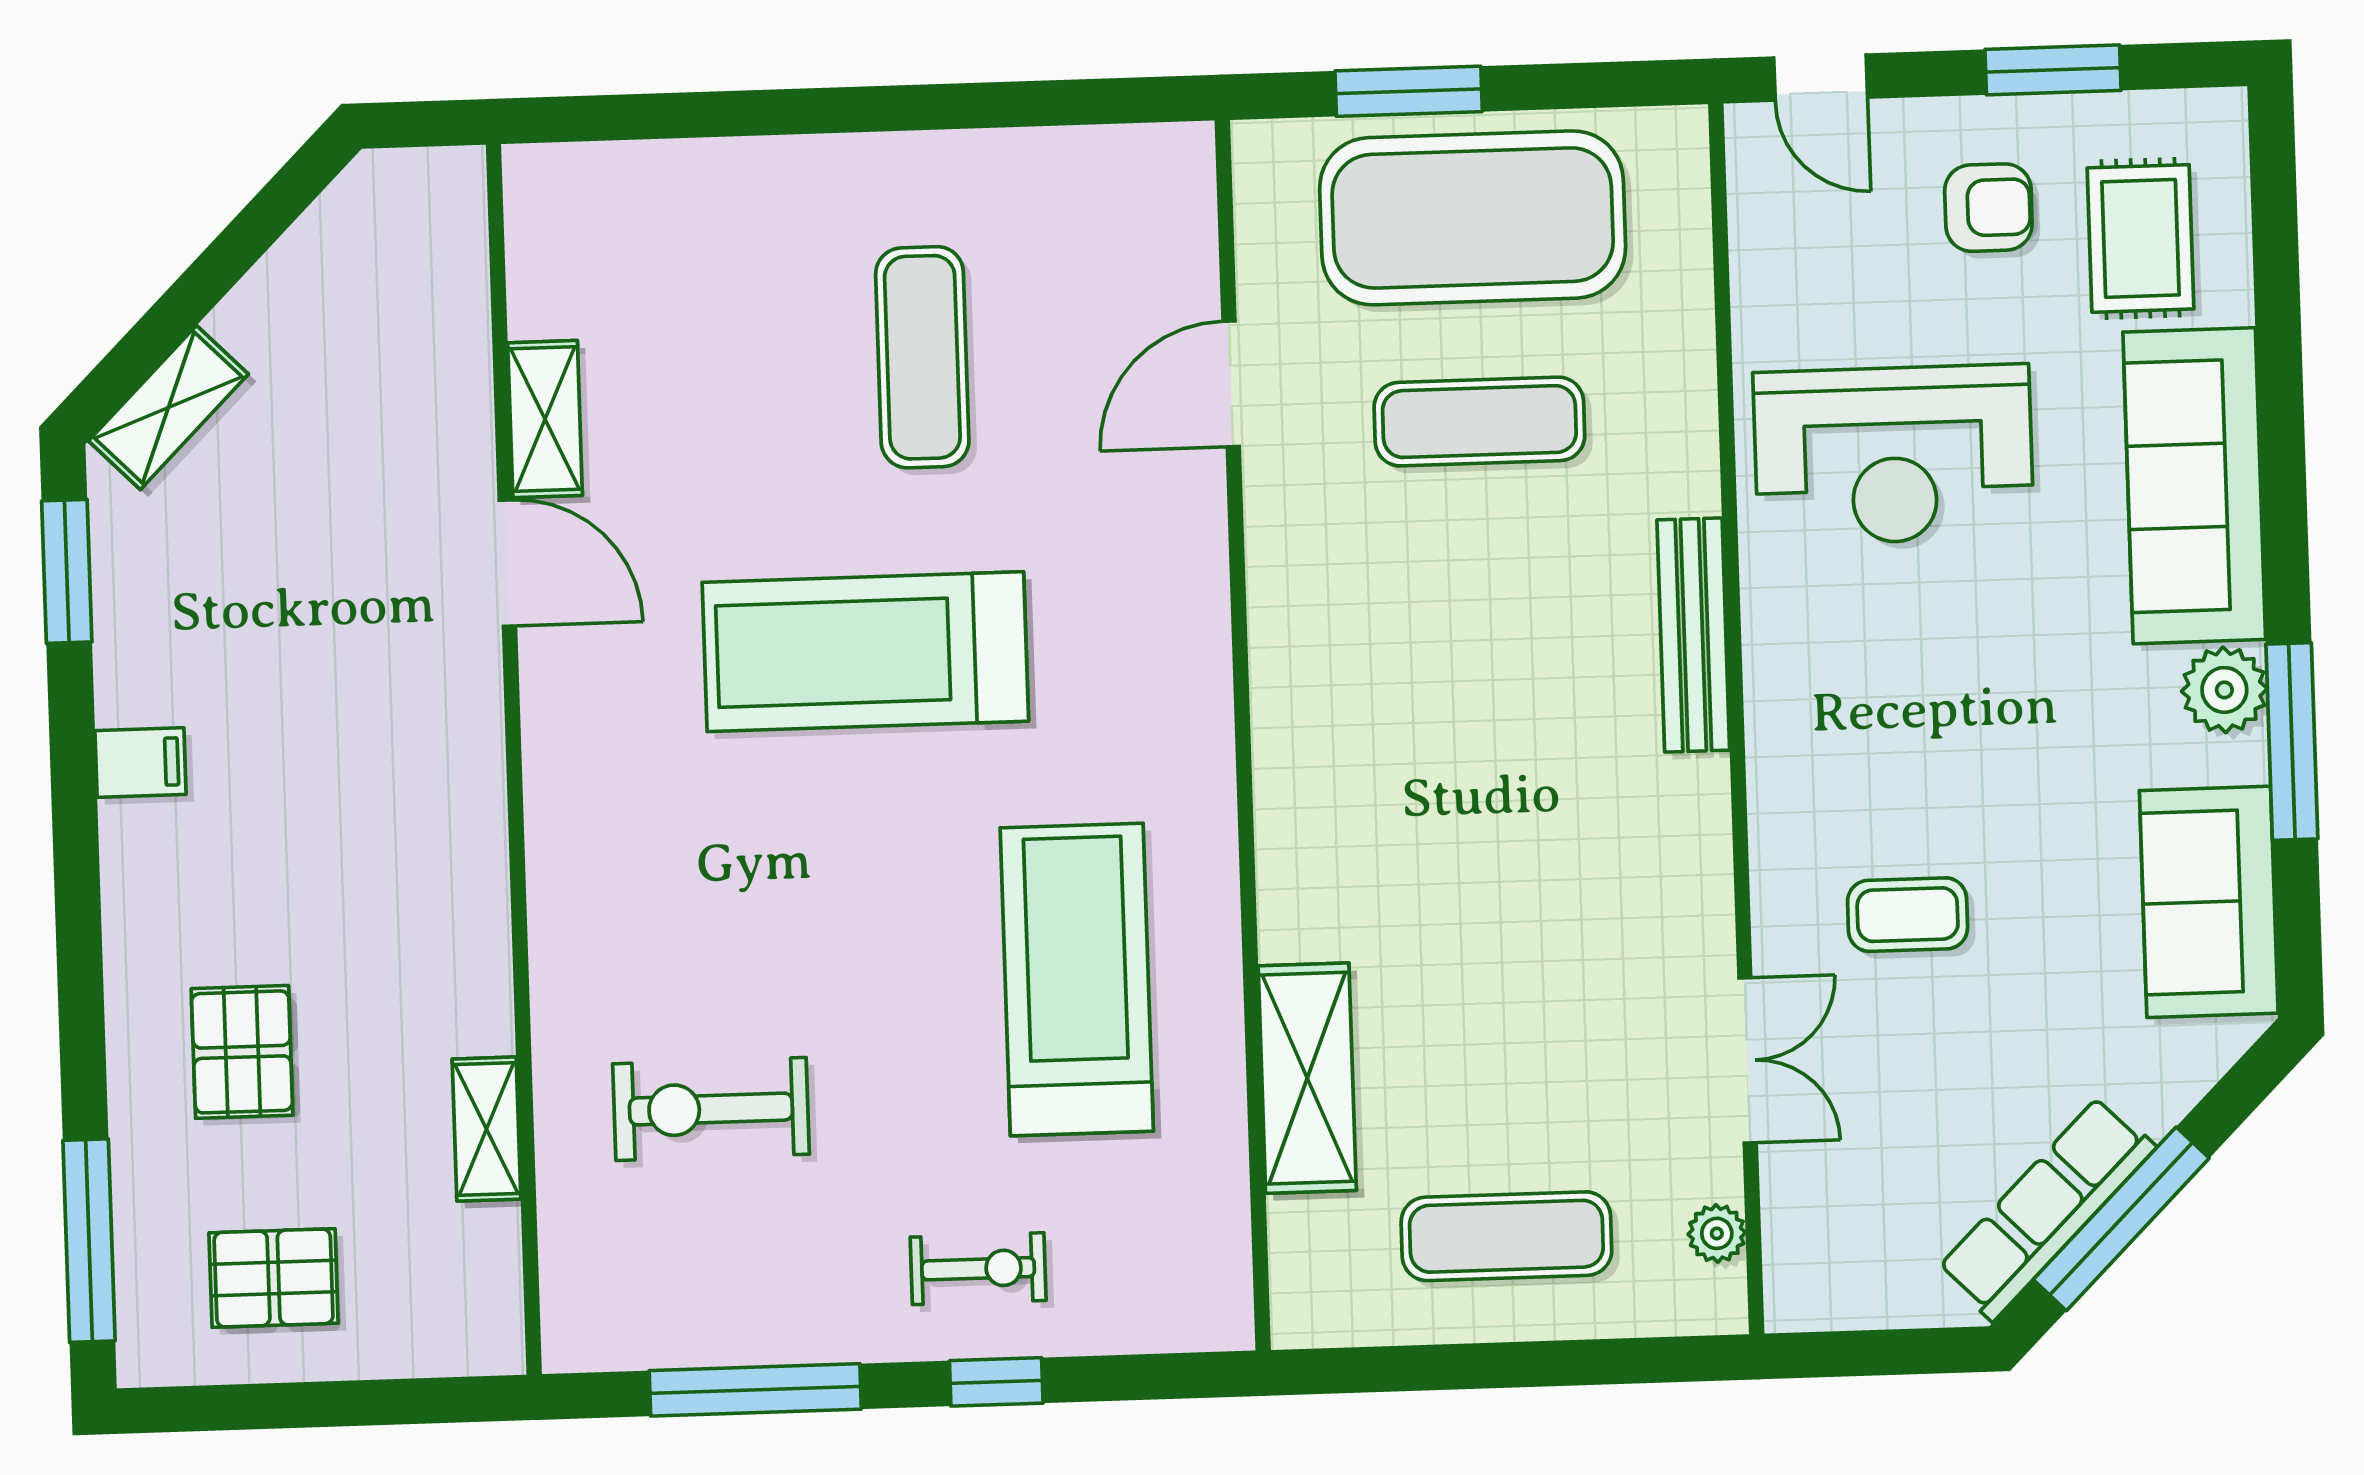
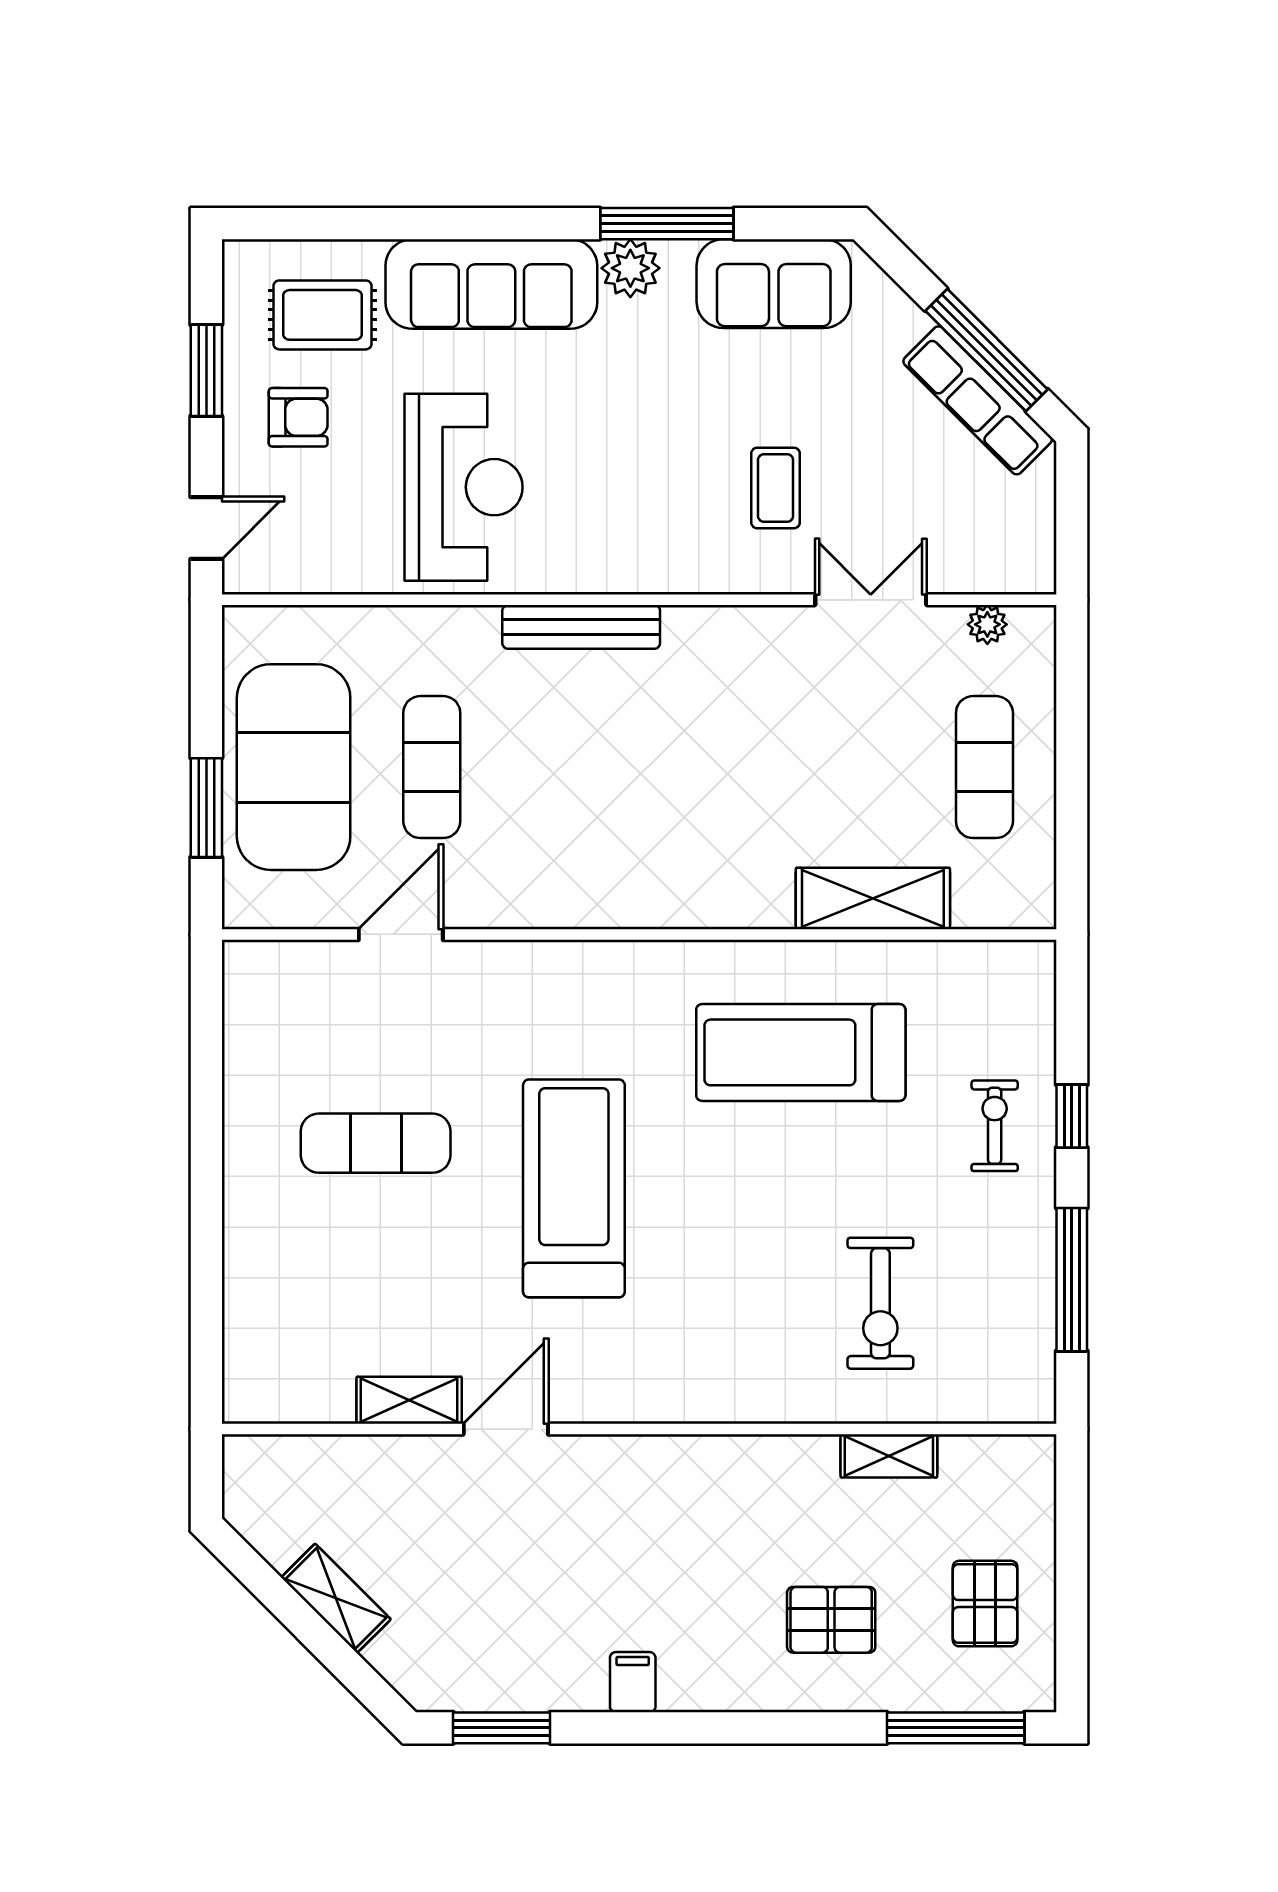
armchair: (1988, 208) -> (298, 417), turned 90
door: (1231, 384) -> (401, 934), swing flipped
shelving: (168, 408) -> (336, 1598), moved
treadmill: (865, 652) -> (574, 1188), turned 180

